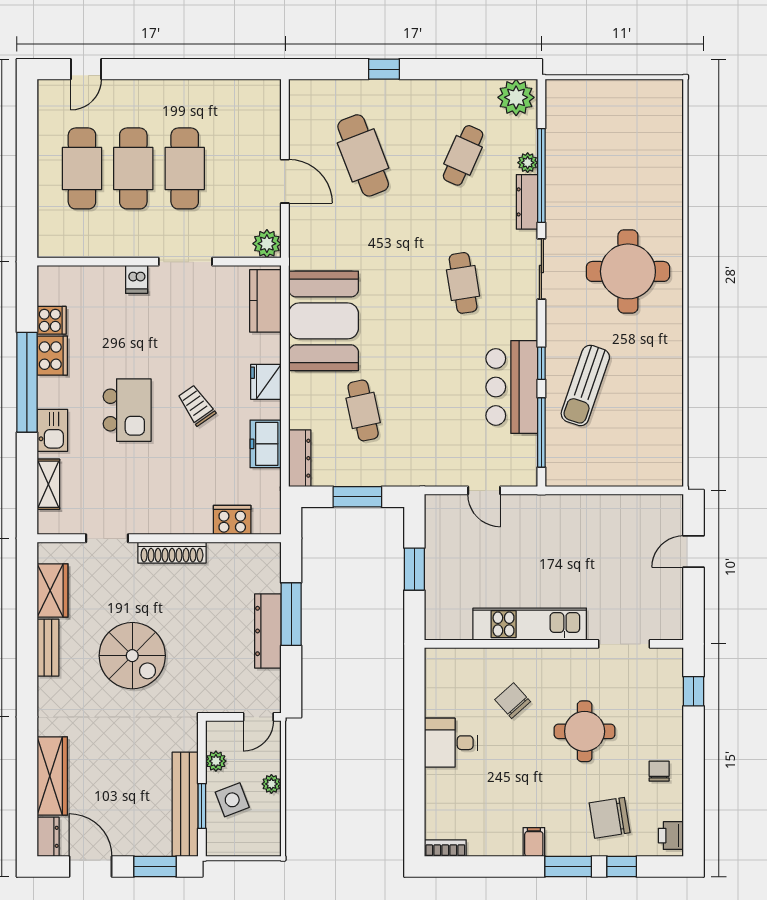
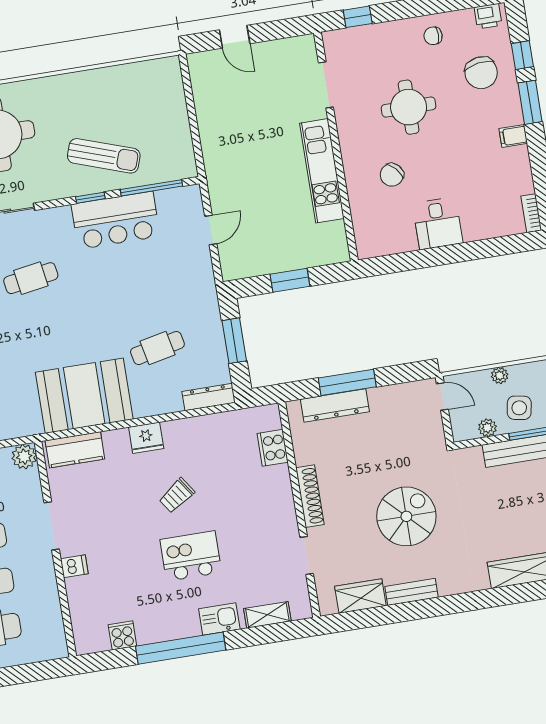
cooker: (52, 356) -> (154, 630), removed
freezer: (266, 444) -> (201, 429), removed
dresser: (268, 631) -> (335, 405), moved
side table: (232, 800) -> (519, 408), turned 31

